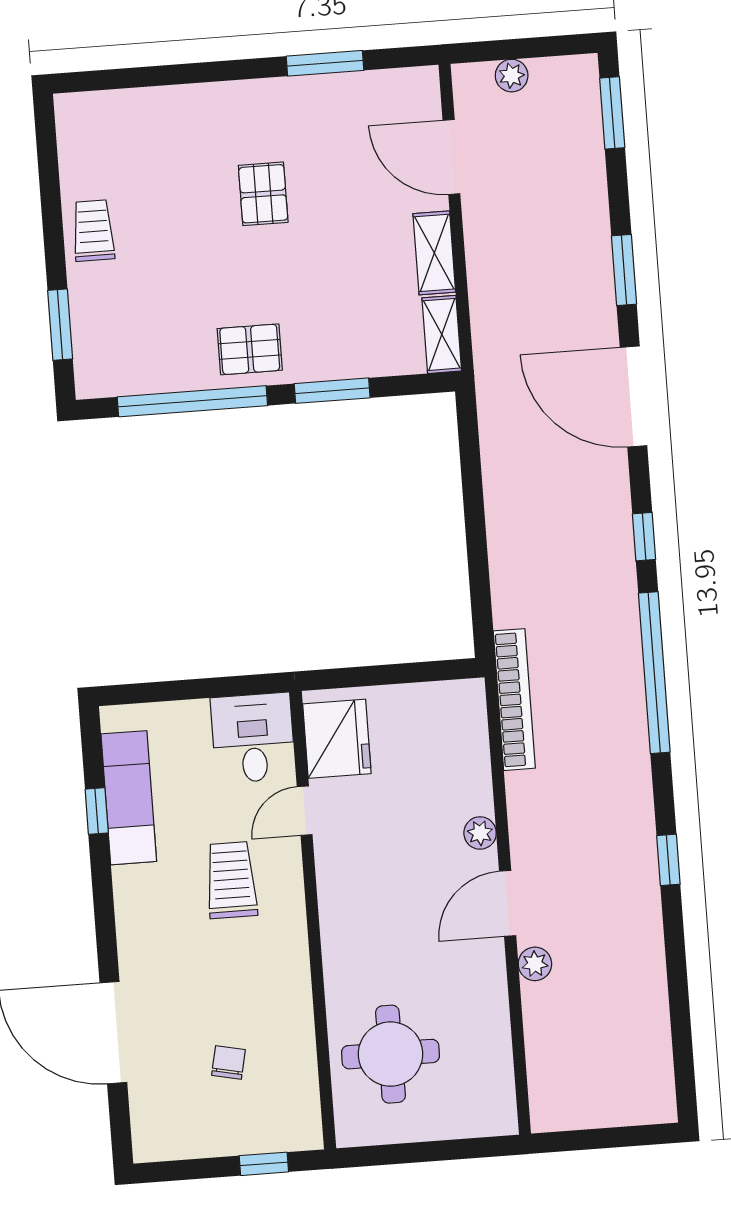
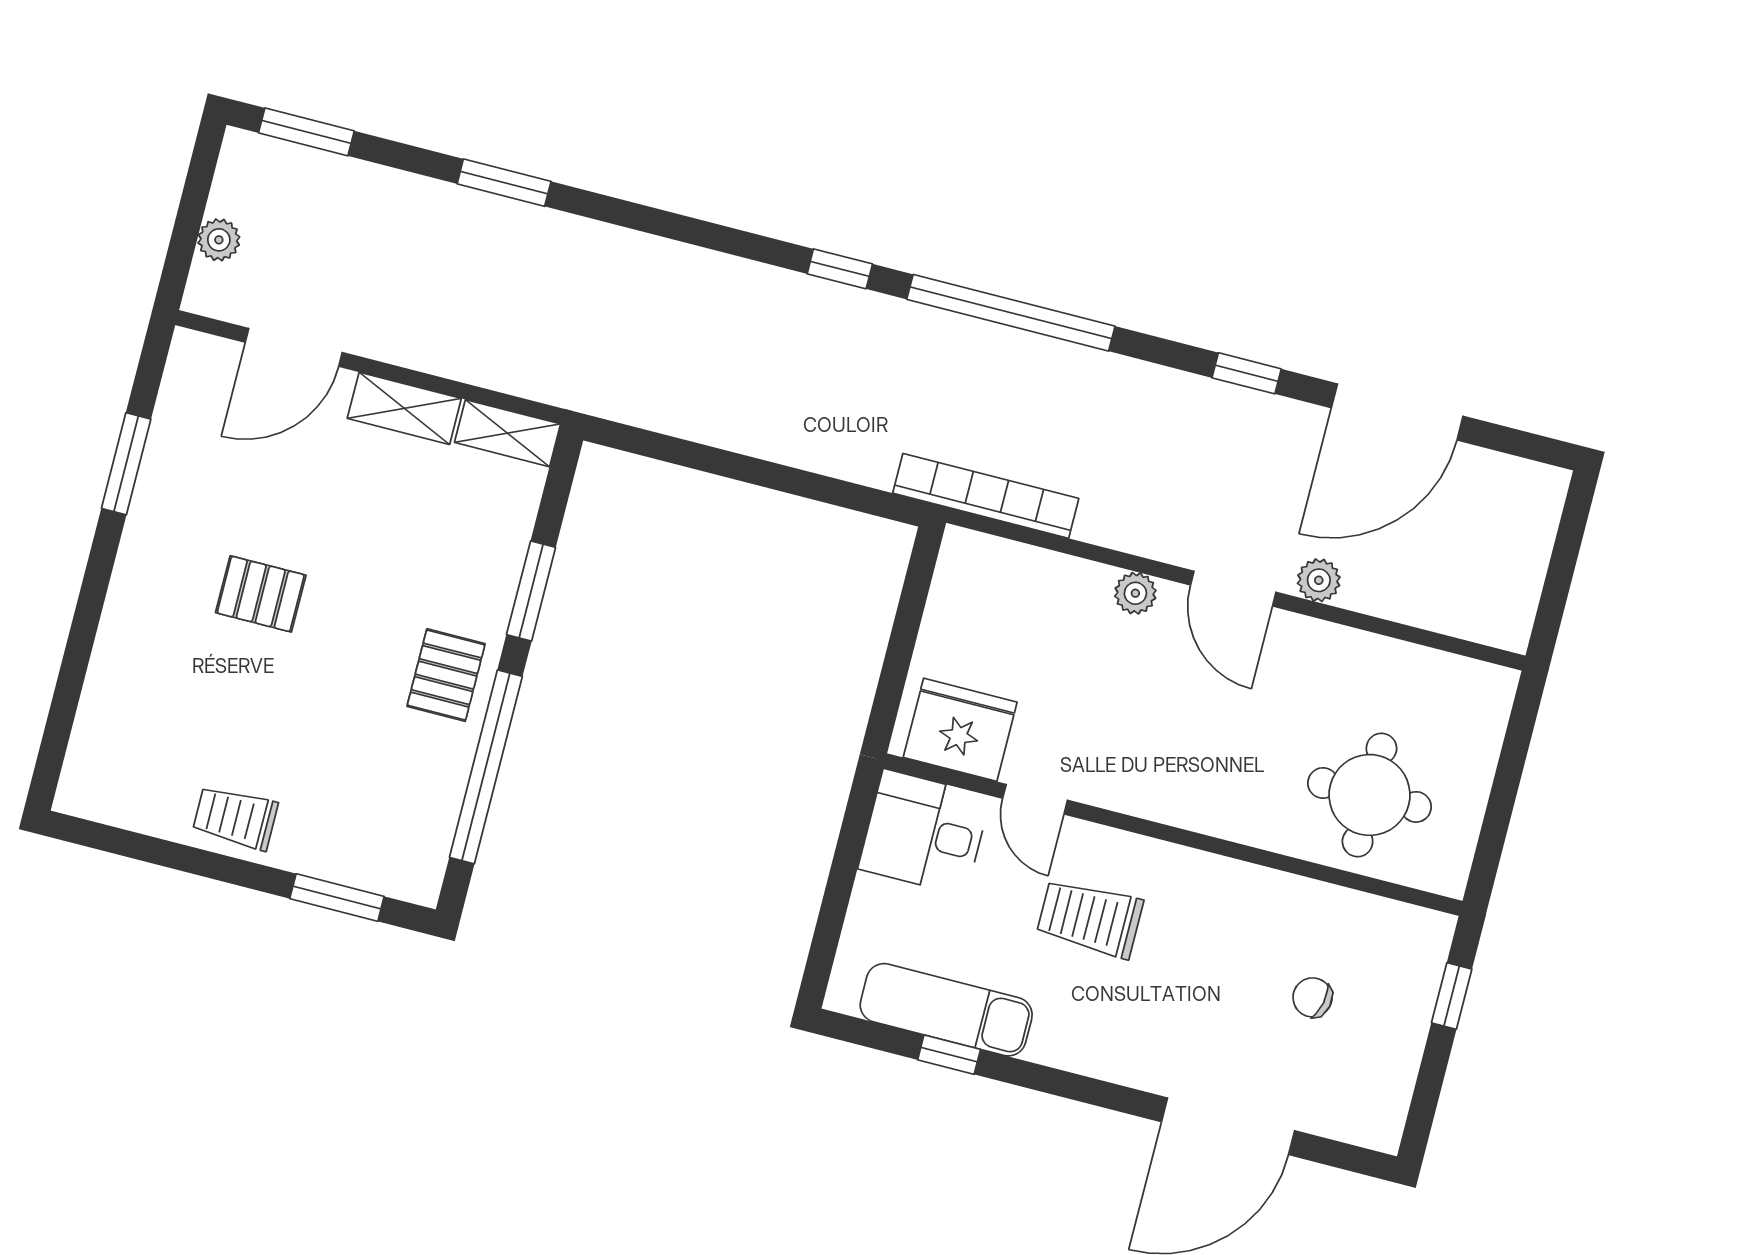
door: (633, 396) -> (1397, 412), moved

